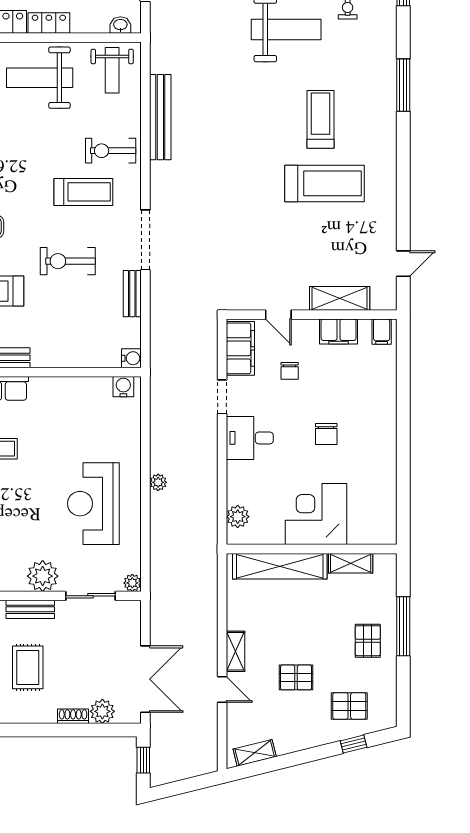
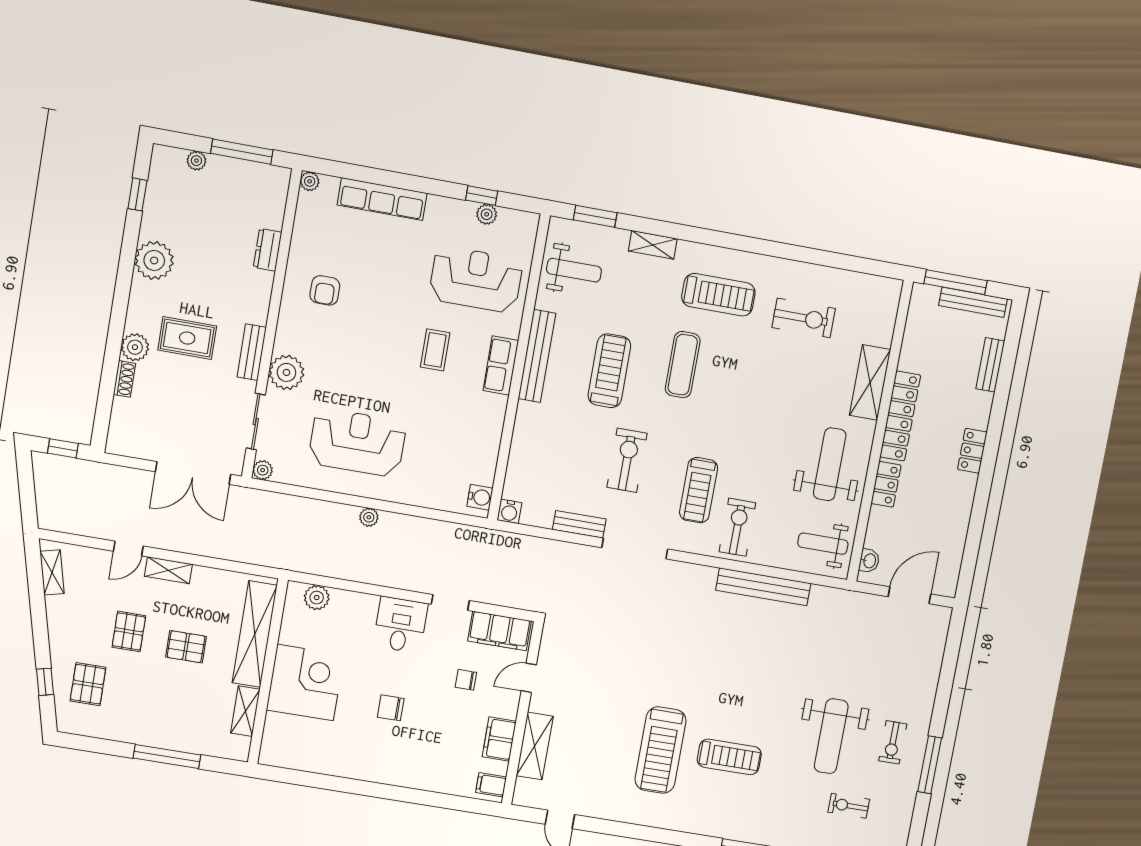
pallet: (368, 641) -> (186, 647), moved
double door: (145, 679) -> (193, 473), moved
plant: (102, 711) -> (135, 347), moved

